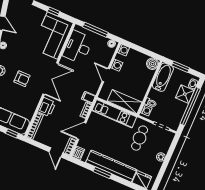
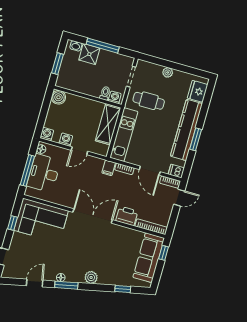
desk: (78, 47) -> (44, 173), moved, turned 90
bathtub: (163, 77) -> (73, 83), removed
armchair: (22, 79) -> (97, 250), removed
window: (190, 106) -> (103, 46), width x0.68

